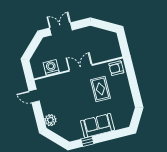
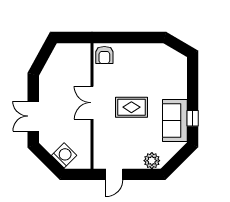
washing machine: (51, 67) -> (64, 155), moved, turned 135
rug: (100, 89) -> (131, 107), moved
sofa: (97, 125) -> (175, 121), moved

